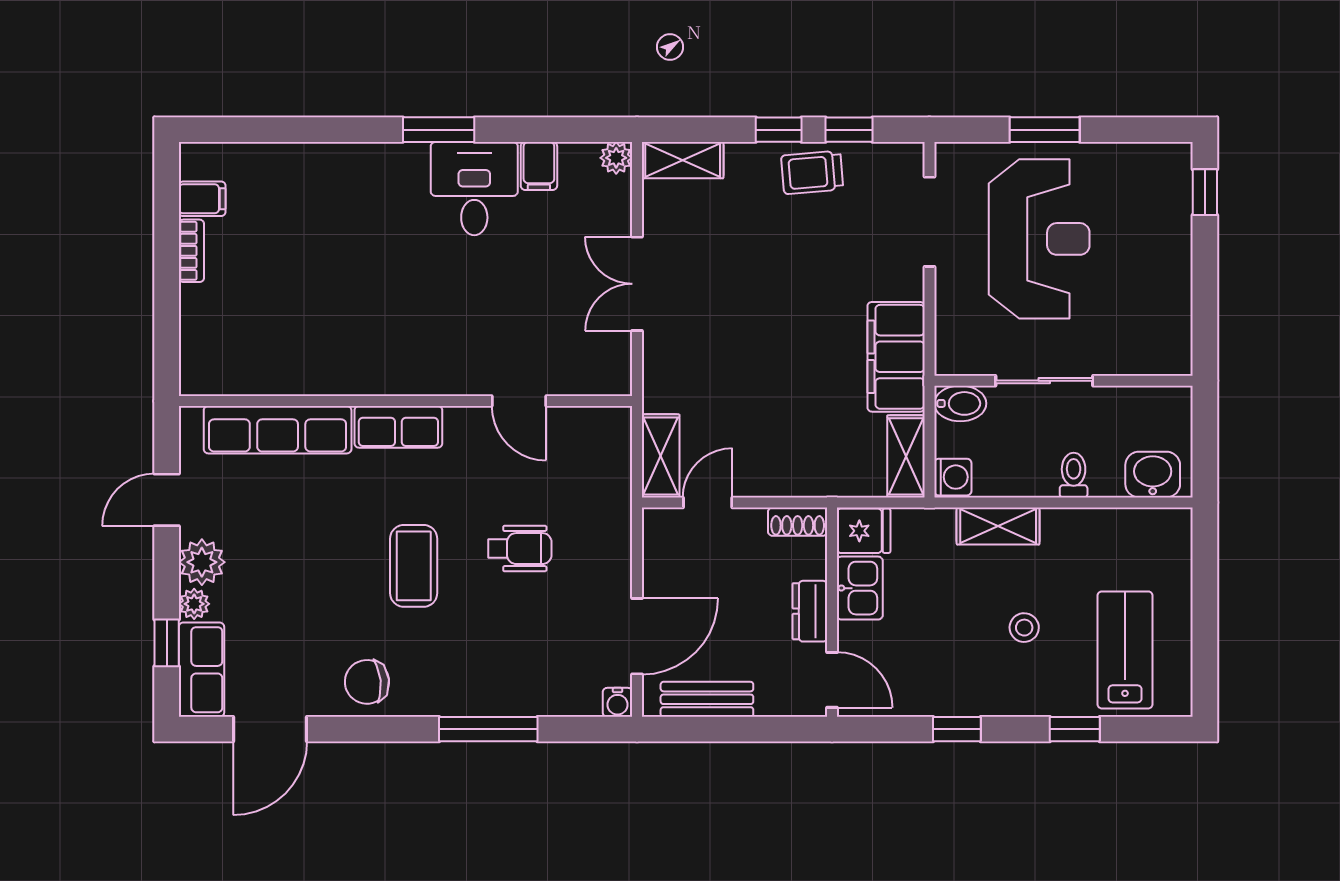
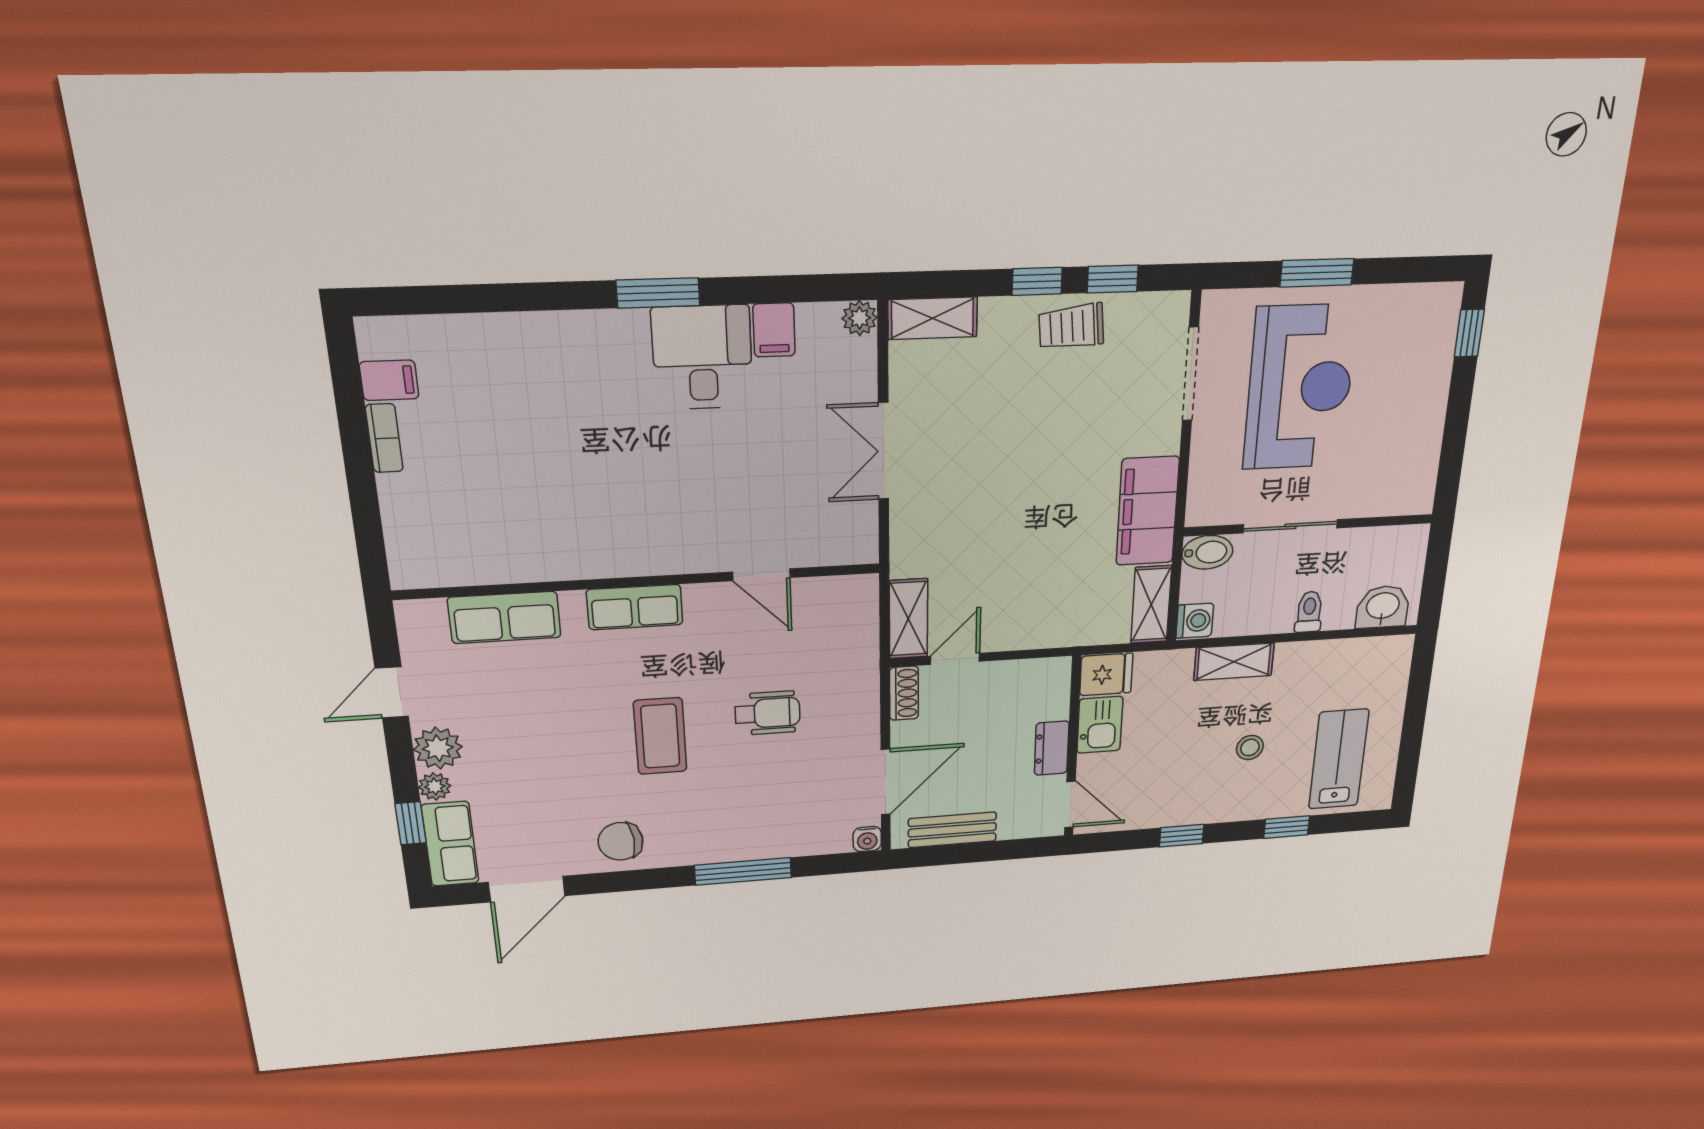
row of seats: (278, 430) -> (504, 617), width x0.68
shoe rack: (798, 522) -> (904, 693), moved, turned -90

